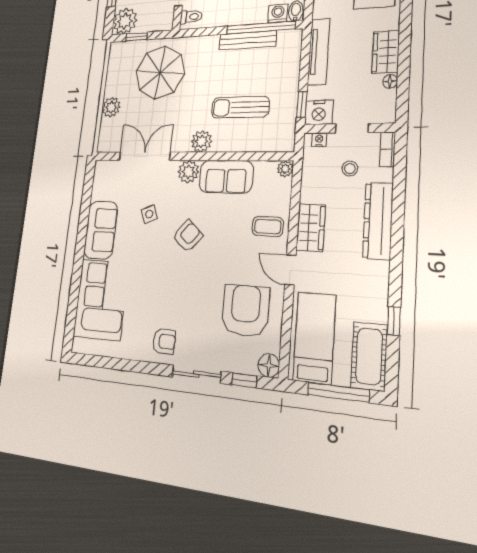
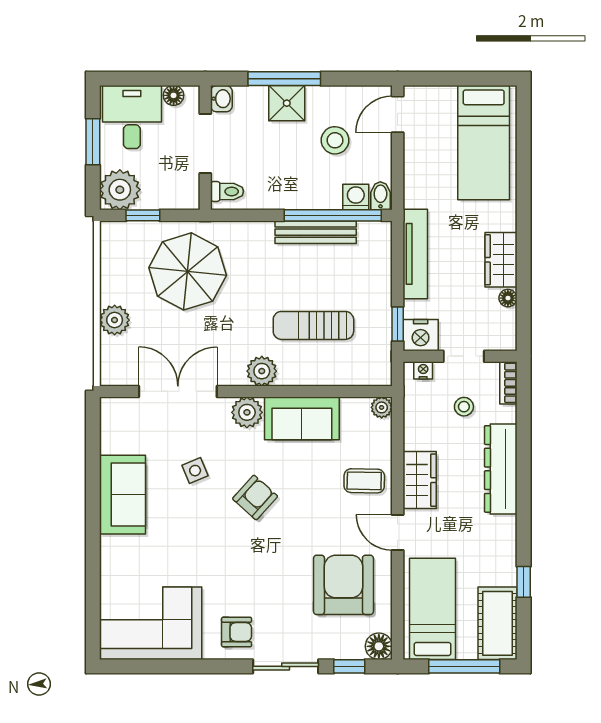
corner sofa: (101, 300) -> (151, 623), moved, turned -90

